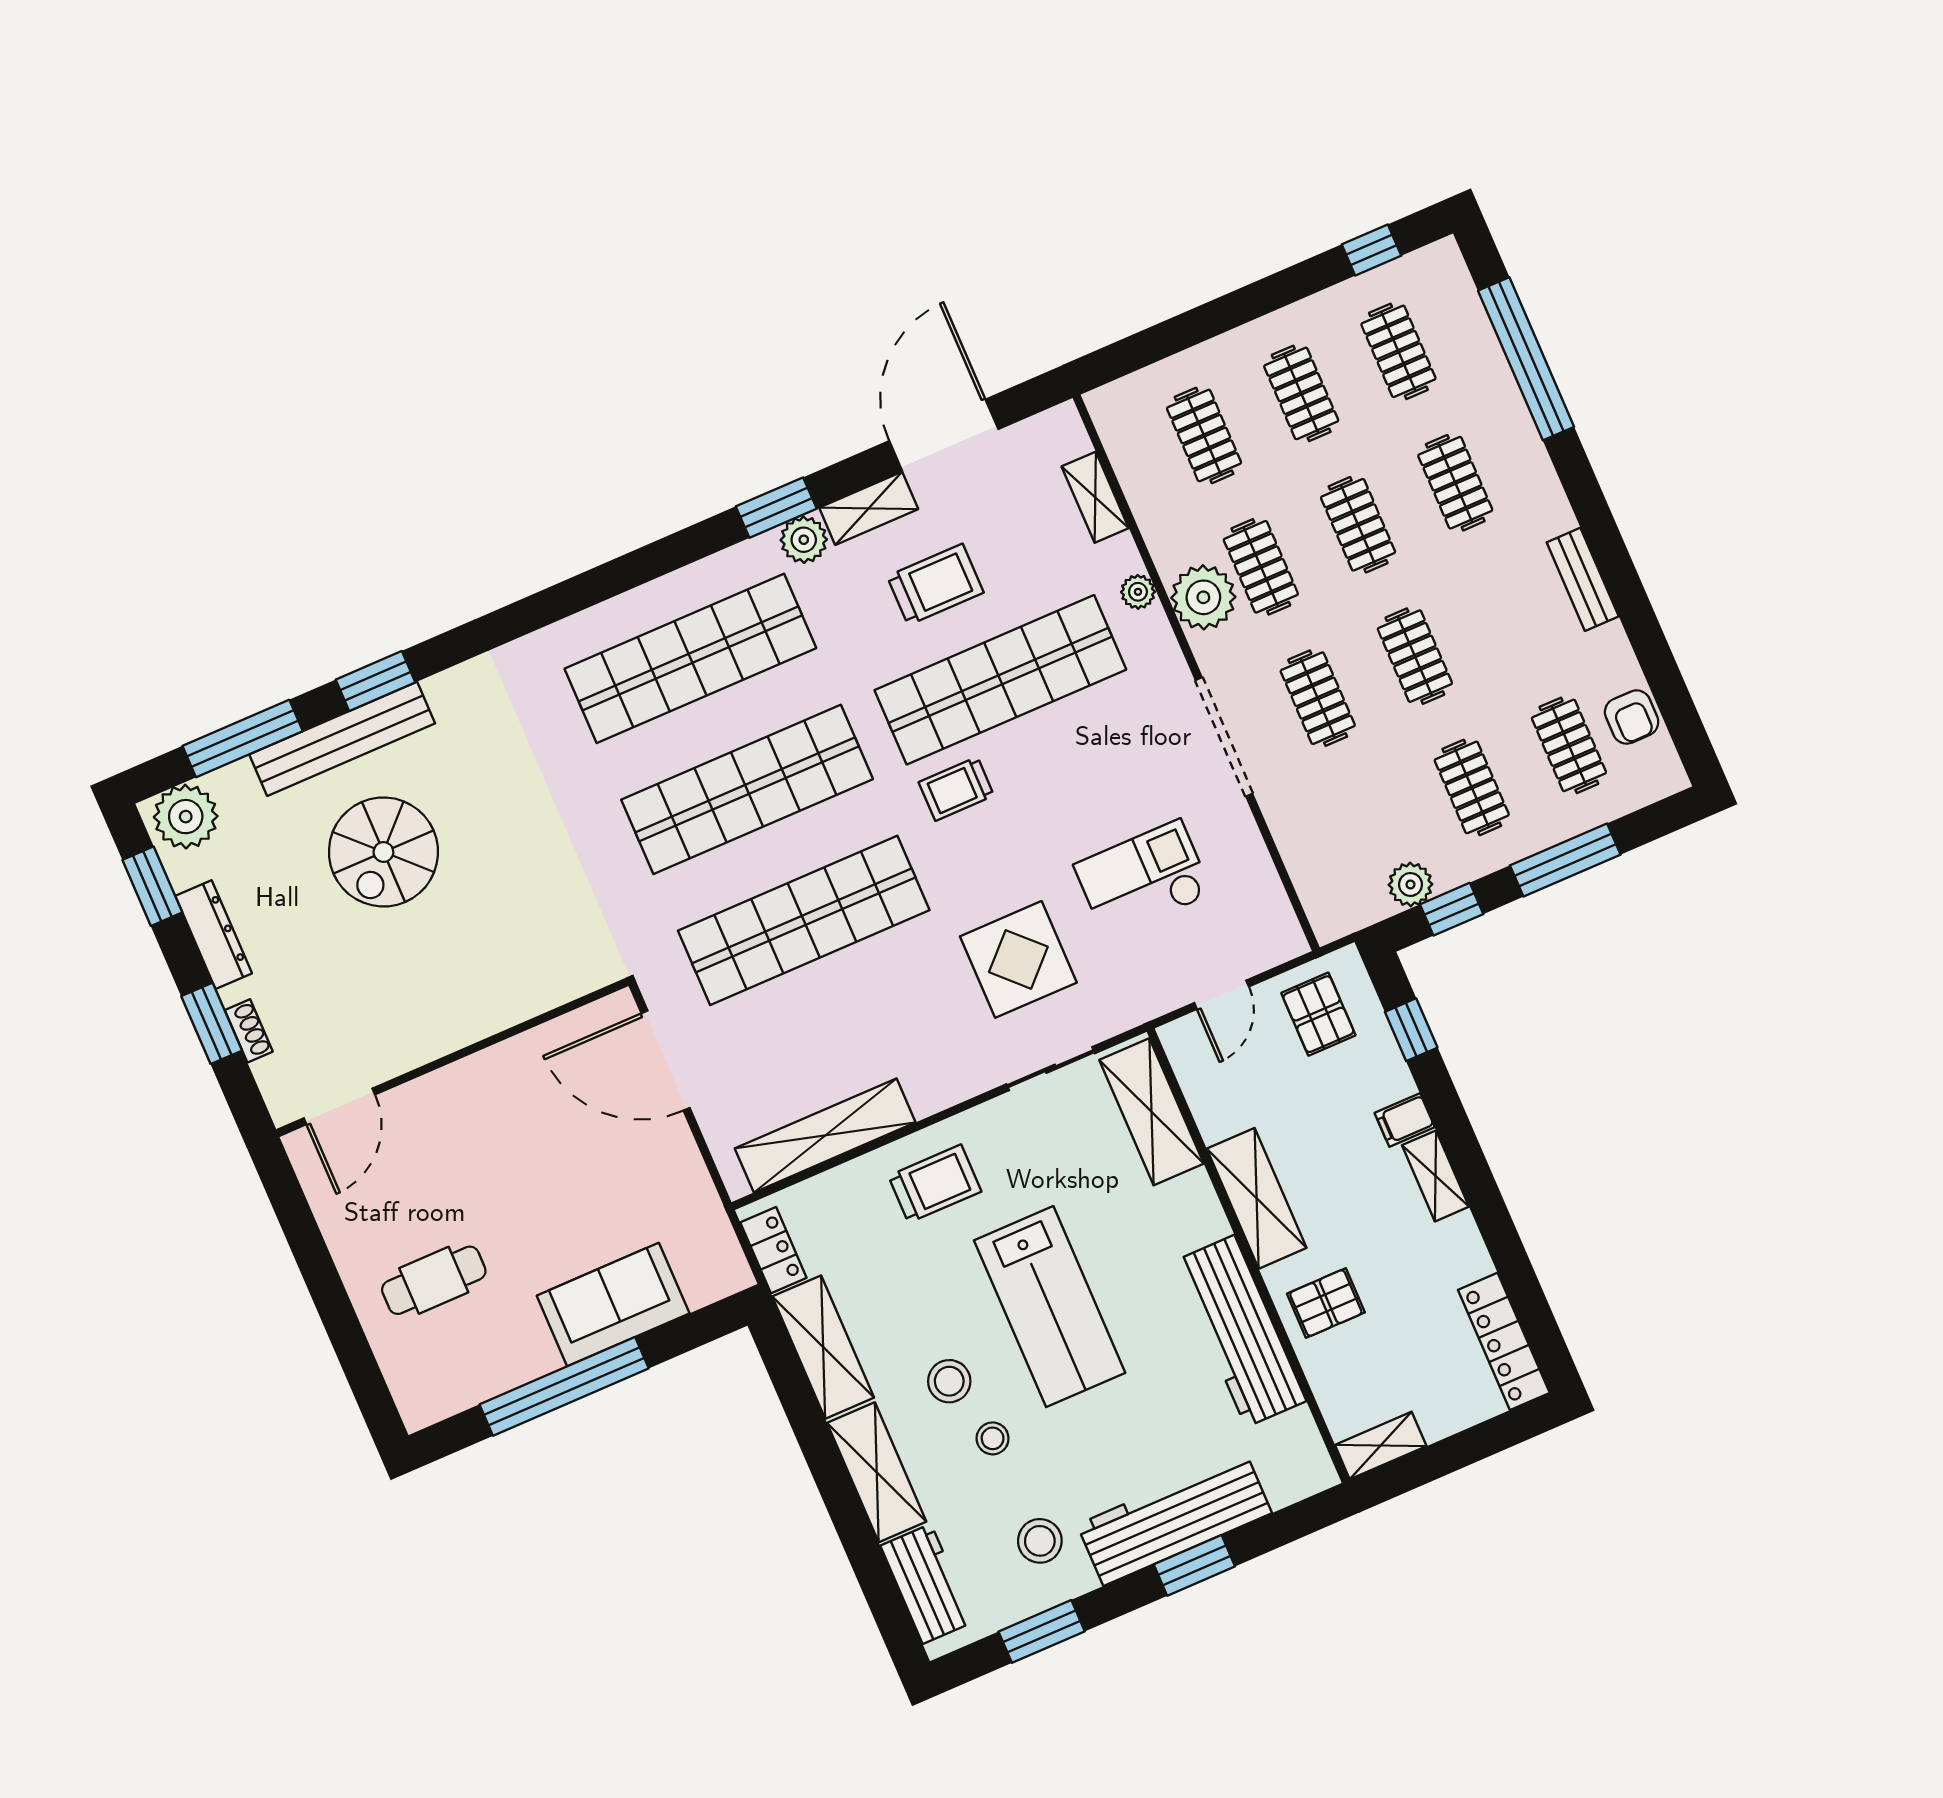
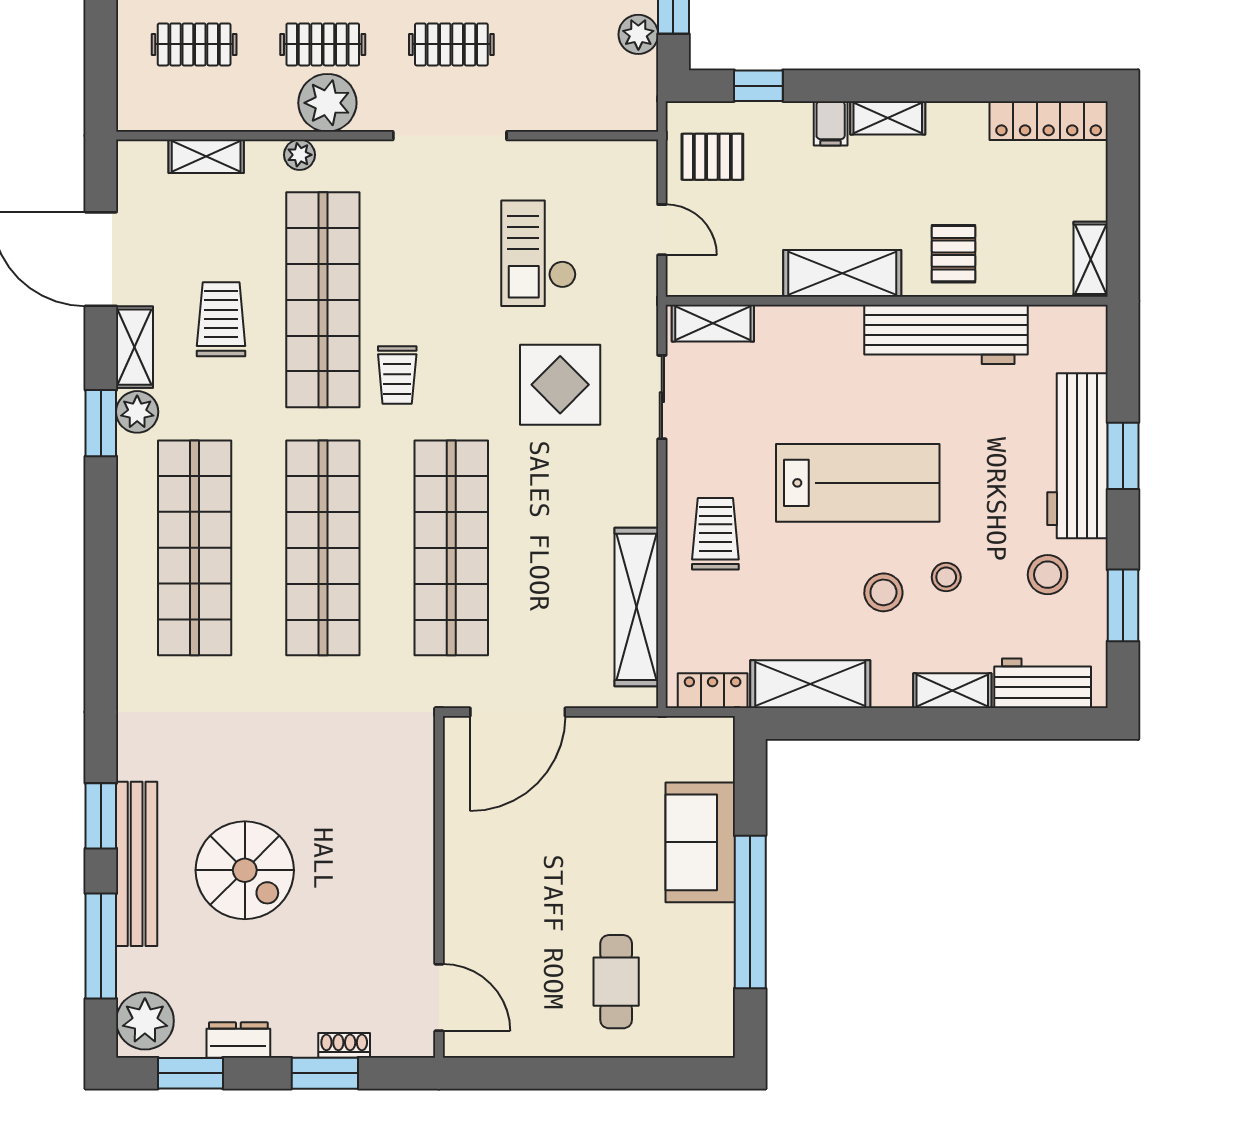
dresser: (214, 935) -> (238, 1040), width x0.70
shelving: (1151, 1112) -> (713, 323), width x0.67, depth x0.75
shelving: (877, 1472) -> (952, 691), width x0.67, depth x0.75

